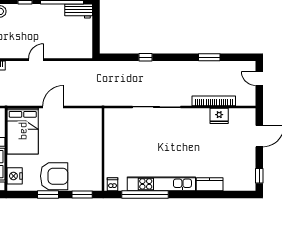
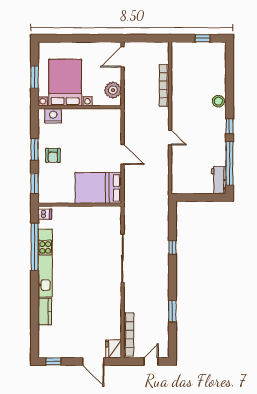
bookcase: (214, 101) -> (129, 334), moved
fridge: (219, 116) -> (114, 349), moved
bed: (23, 131) -> (98, 188), moved
armchair: (54, 176) -> (53, 155), width x0.53, depth x0.53

